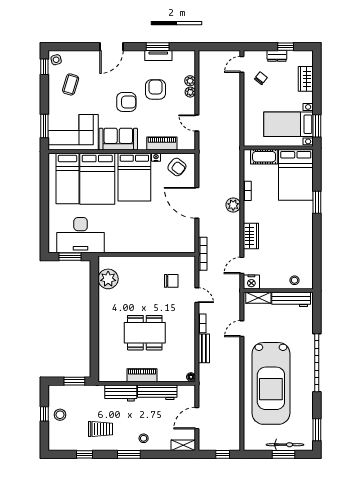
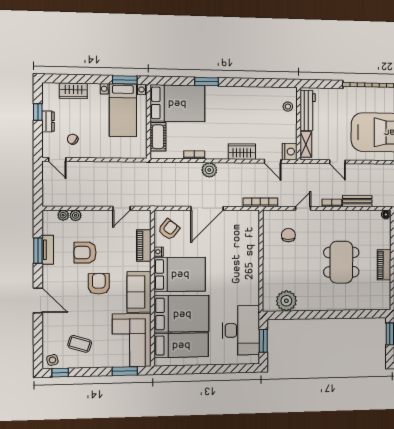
plant: (190, 92) -> (63, 215), moved

